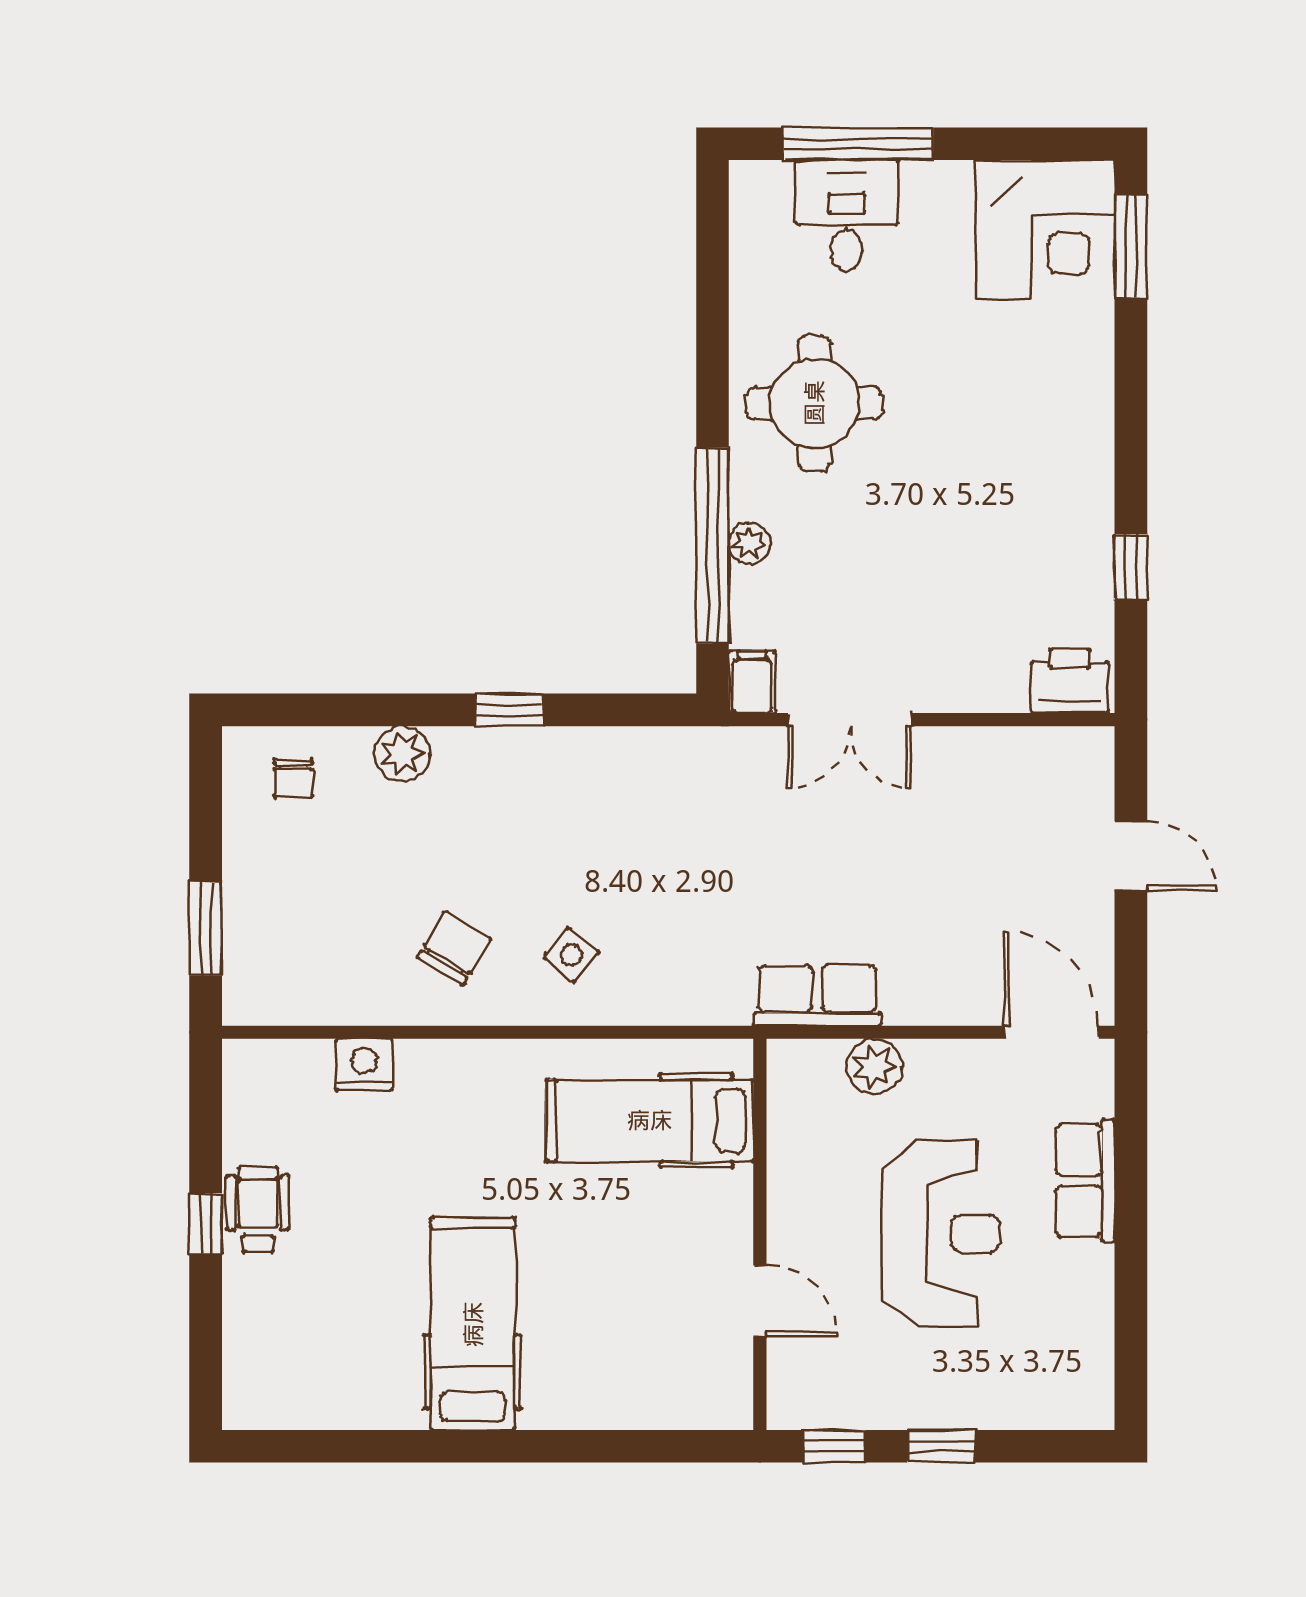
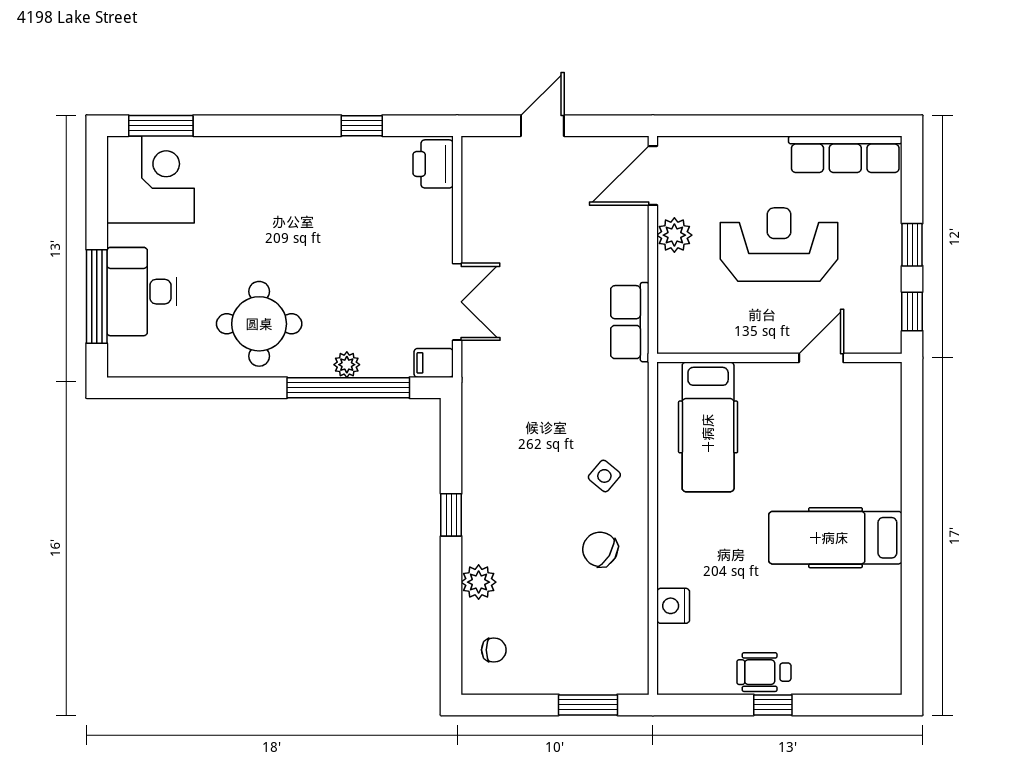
desk: (847, 216) -> (142, 292), width x1.37
plant: (874, 1067) -> (674, 235), moved
row of seats: (1085, 1181) -> (845, 154), moved, width x1.48

